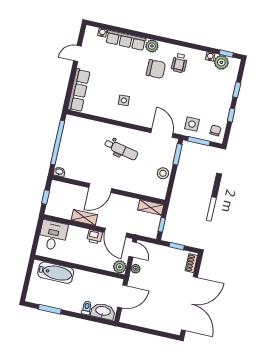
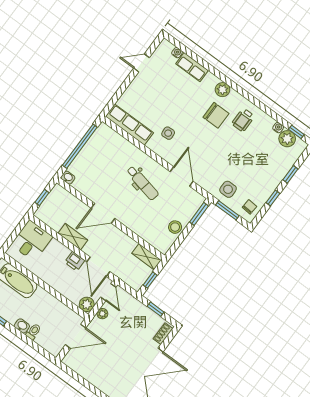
row of seats: (126, 40) -> (192, 67), width x0.68
row of seats: (79, 90) -> (129, 125), moved, turned -90
door: (162, 133) -> (182, 176), moved
washbasin: (103, 311) -> (22, 326), moved, width x0.52, depth x0.69

